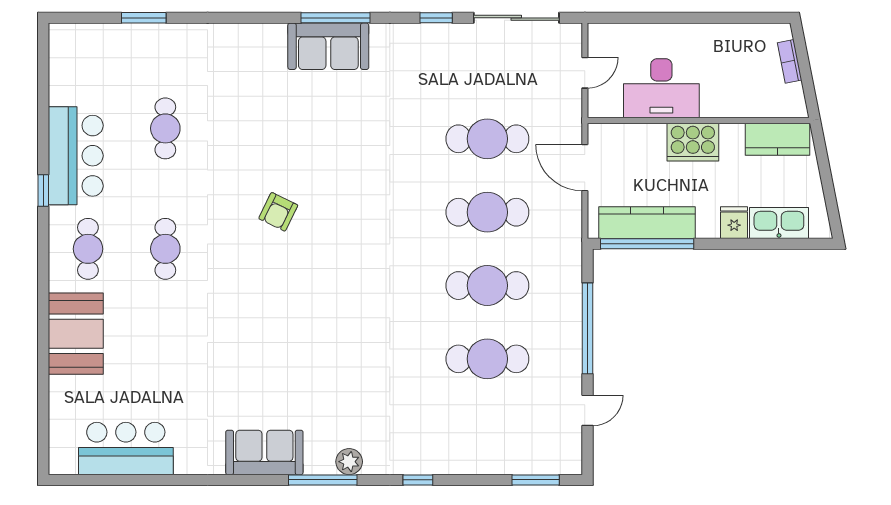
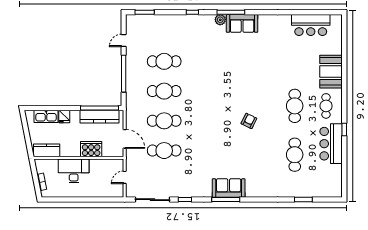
desk: (661, 88) -> (74, 171), moved
cafe table: (165, 128) -> (295, 155), width x1.37, depth x1.35
cooker: (693, 142) -> (91, 149), moved
cafe table: (165, 249) -> (295, 106), width x1.37, depth x1.35
sofa: (264, 452) -> (242, 23), moved

